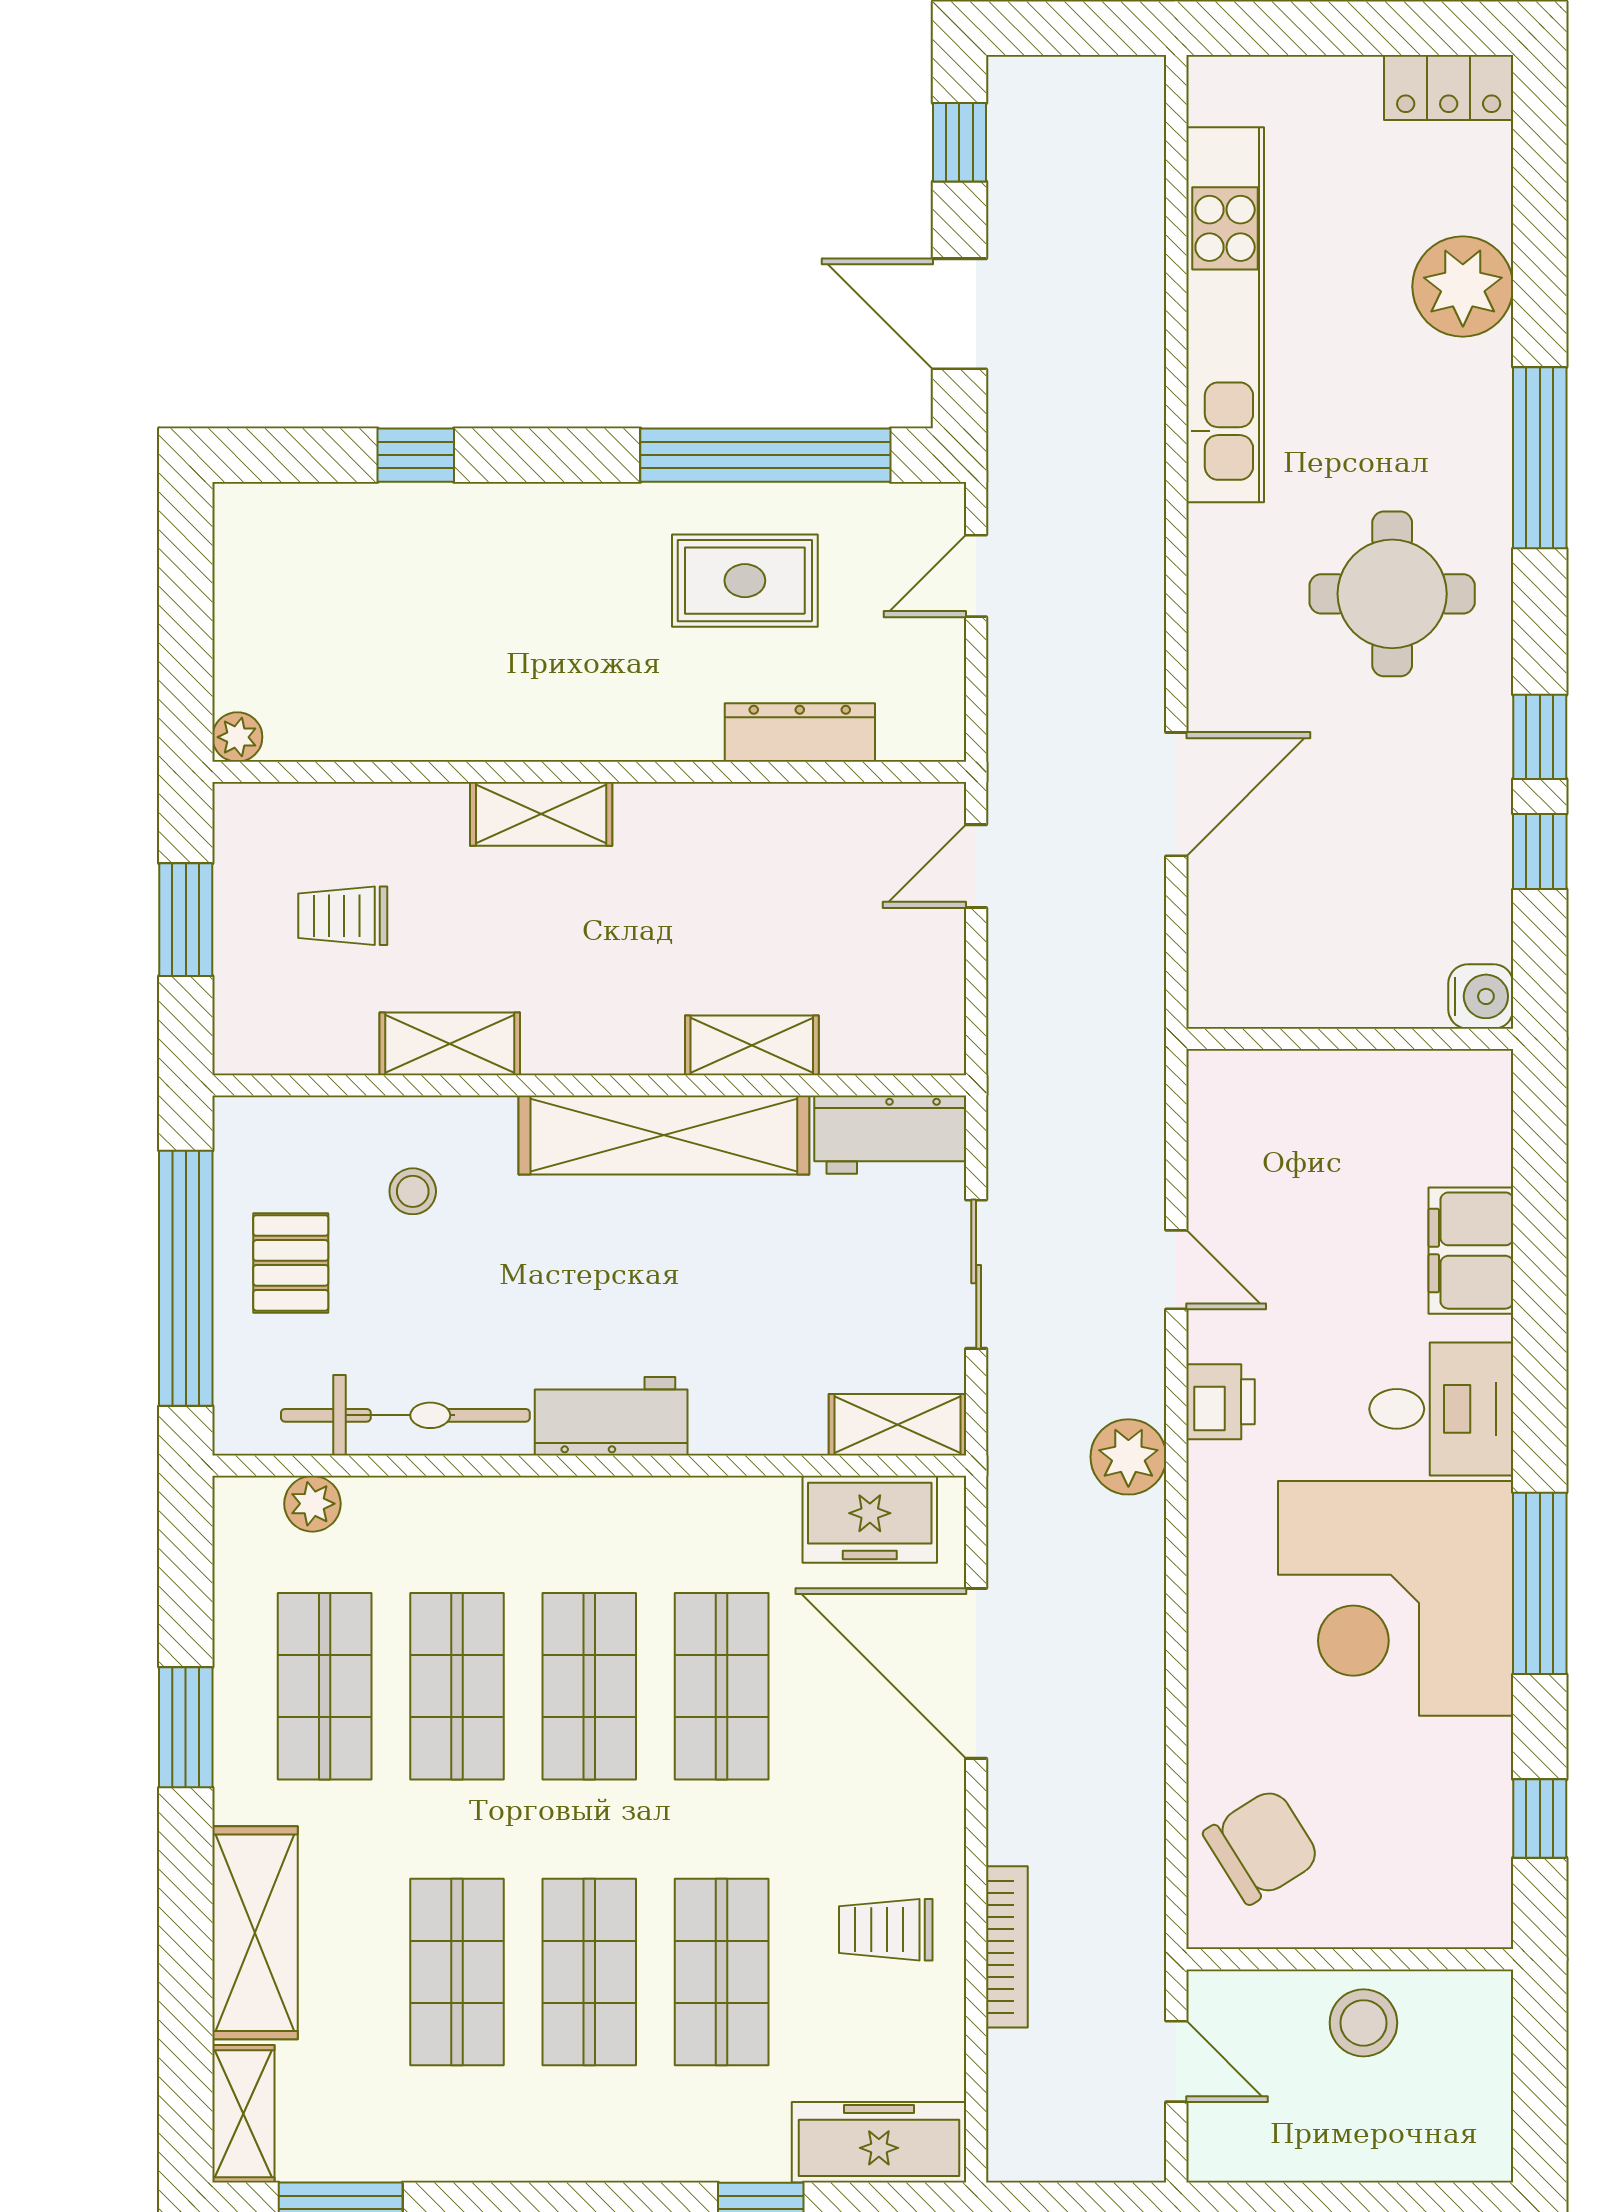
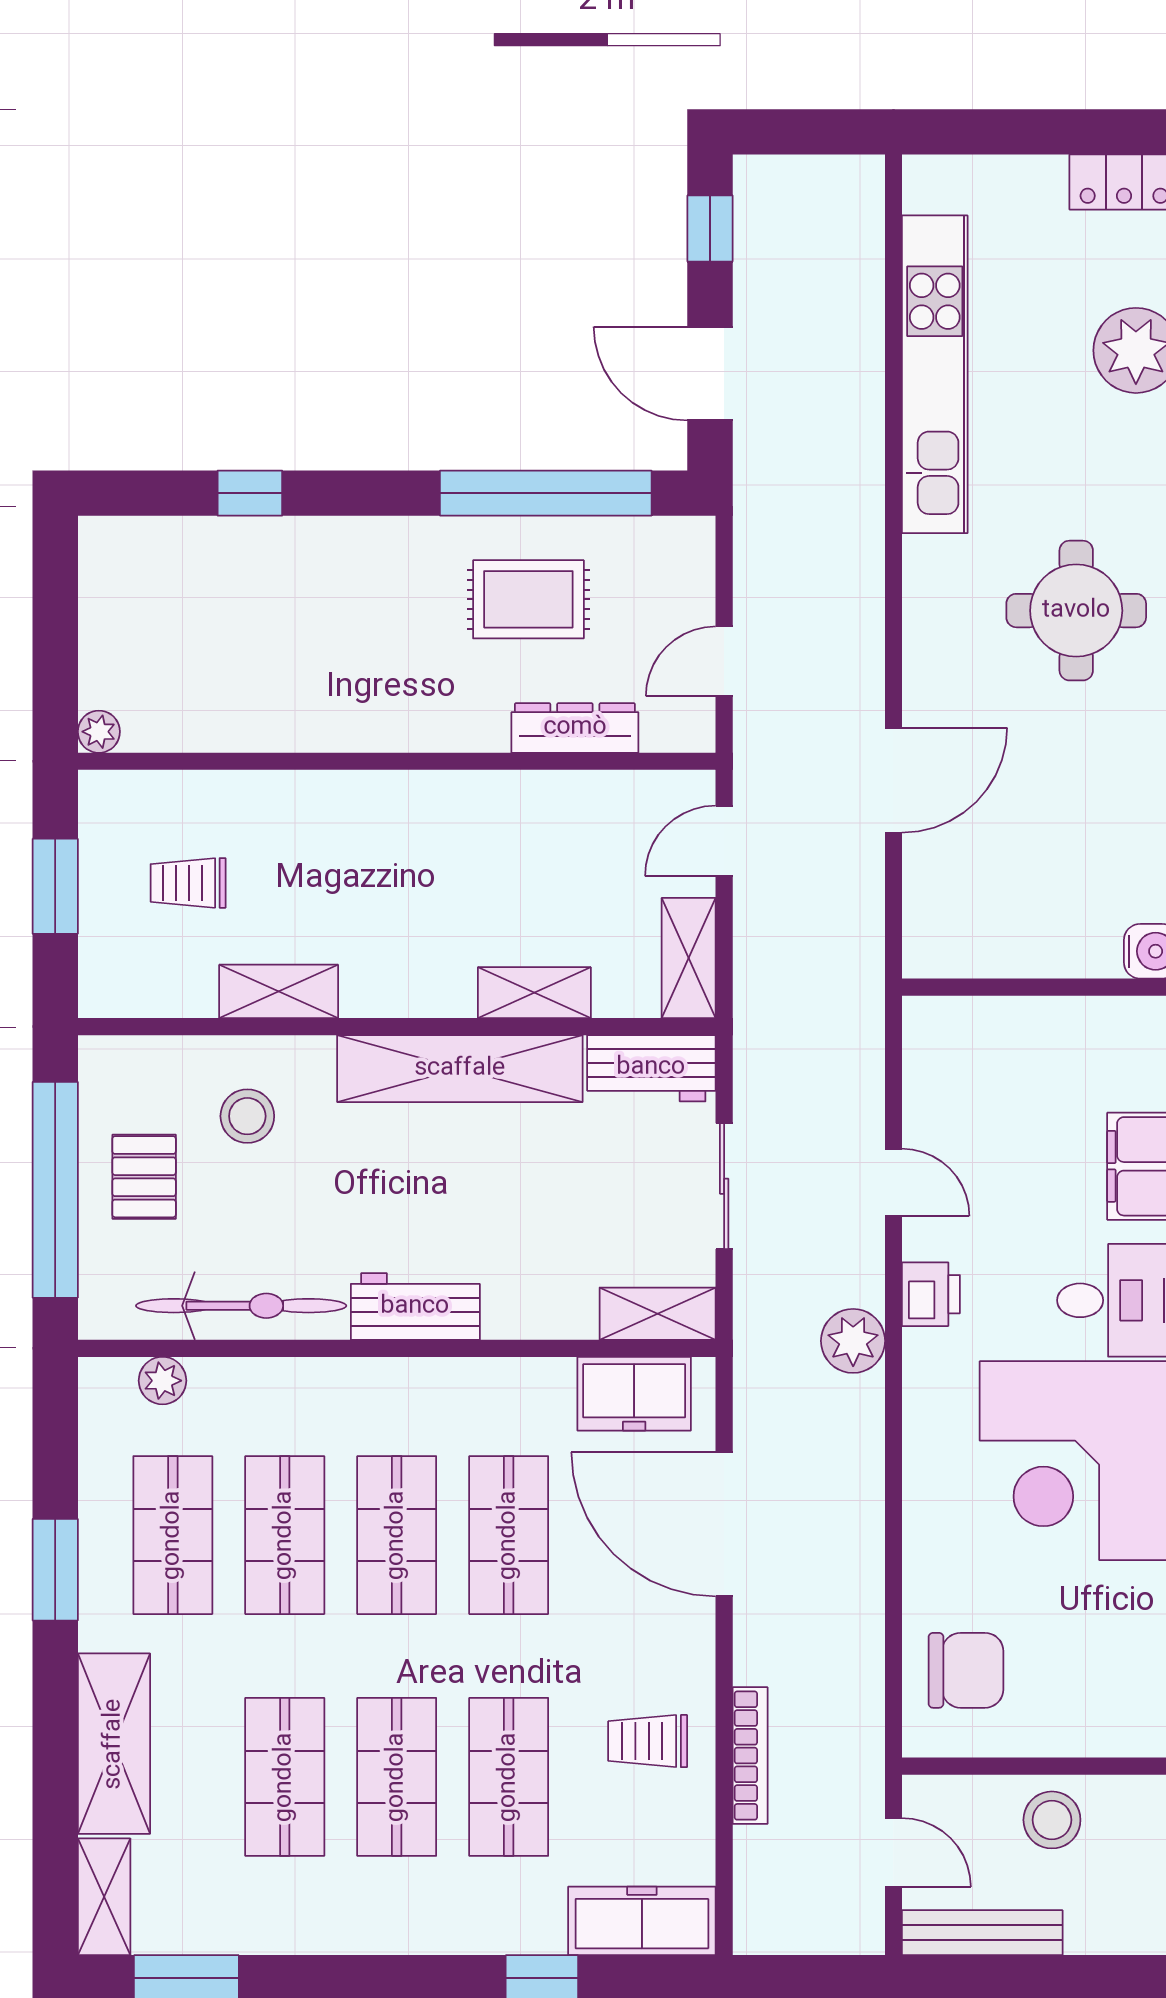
door: (976, 576) -> (724, 661), moved
shelving: (541, 814) -> (689, 958), moved, turned 90
stool: (413, 1191) -> (247, 1116), width x1.37, depth x1.37
chair: (1262, 1846) -> (966, 1670), turned 32
bench: (1281, 2156) -> (982, 1933), added

